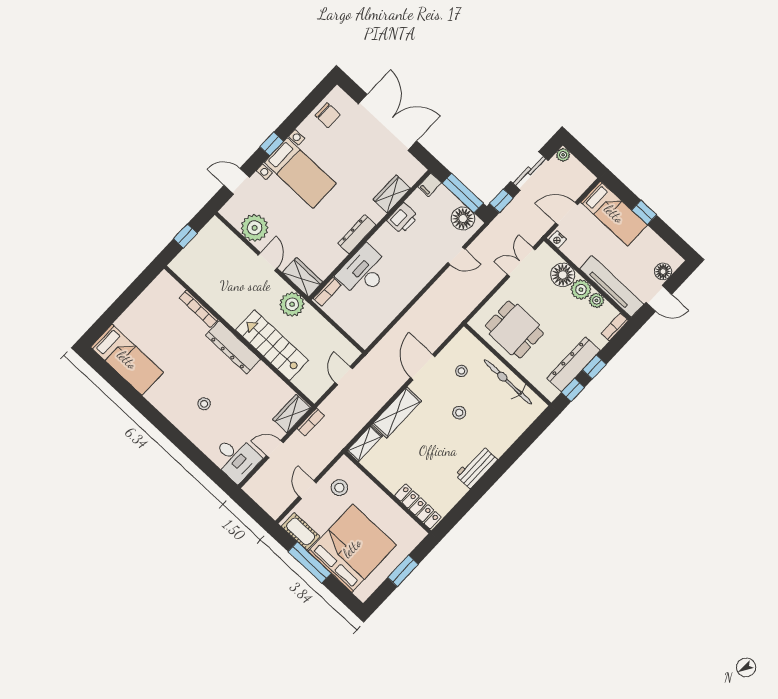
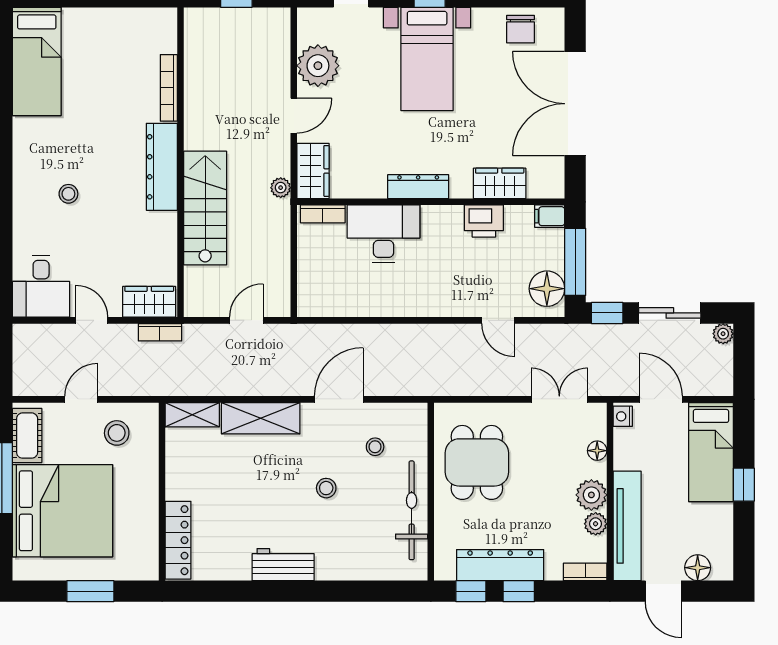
double door: (388, 122) -> (575, 104), swing flipped
floor lamp: (563, 275) -> (597, 451), width x0.53, depth x0.53
plant: (292, 304) -> (281, 188), width x0.53, depth x0.53

